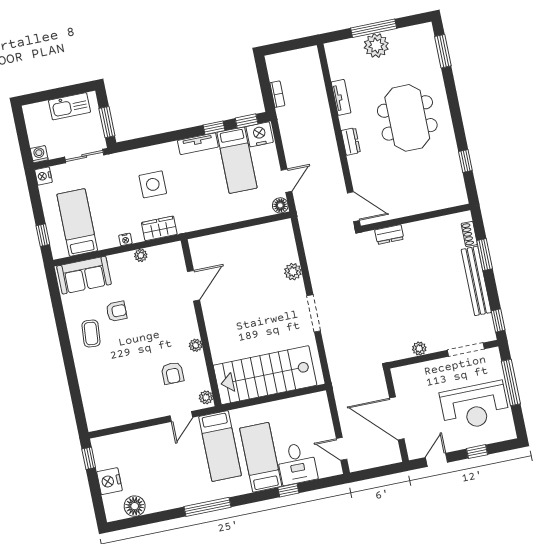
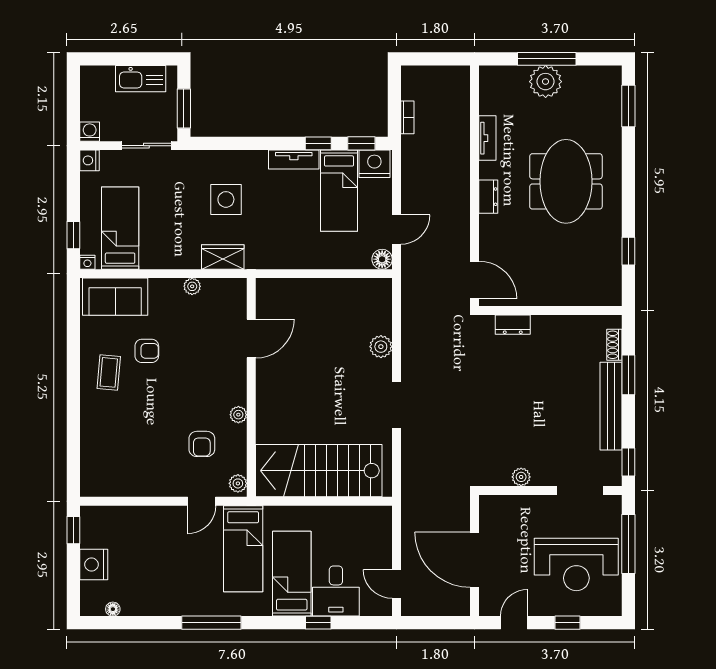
nightstand: (125, 239) -> (87, 262), moved
floor lamp: (135, 506) -> (113, 609), width x0.53, depth x0.53

